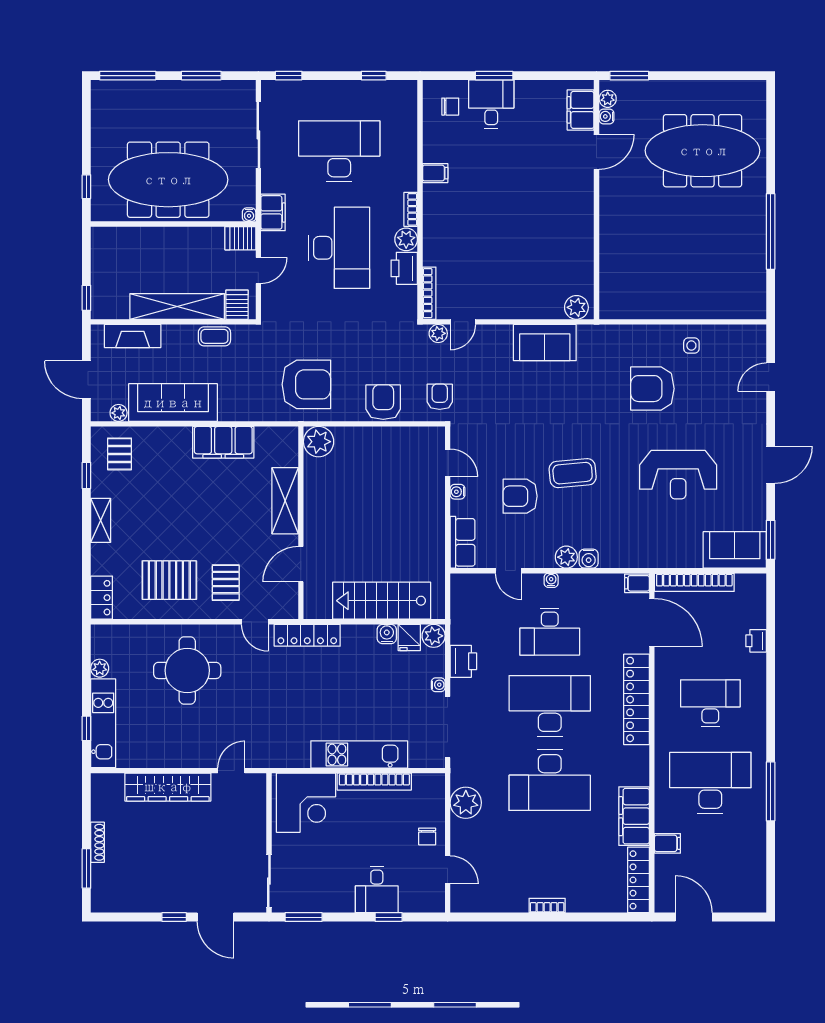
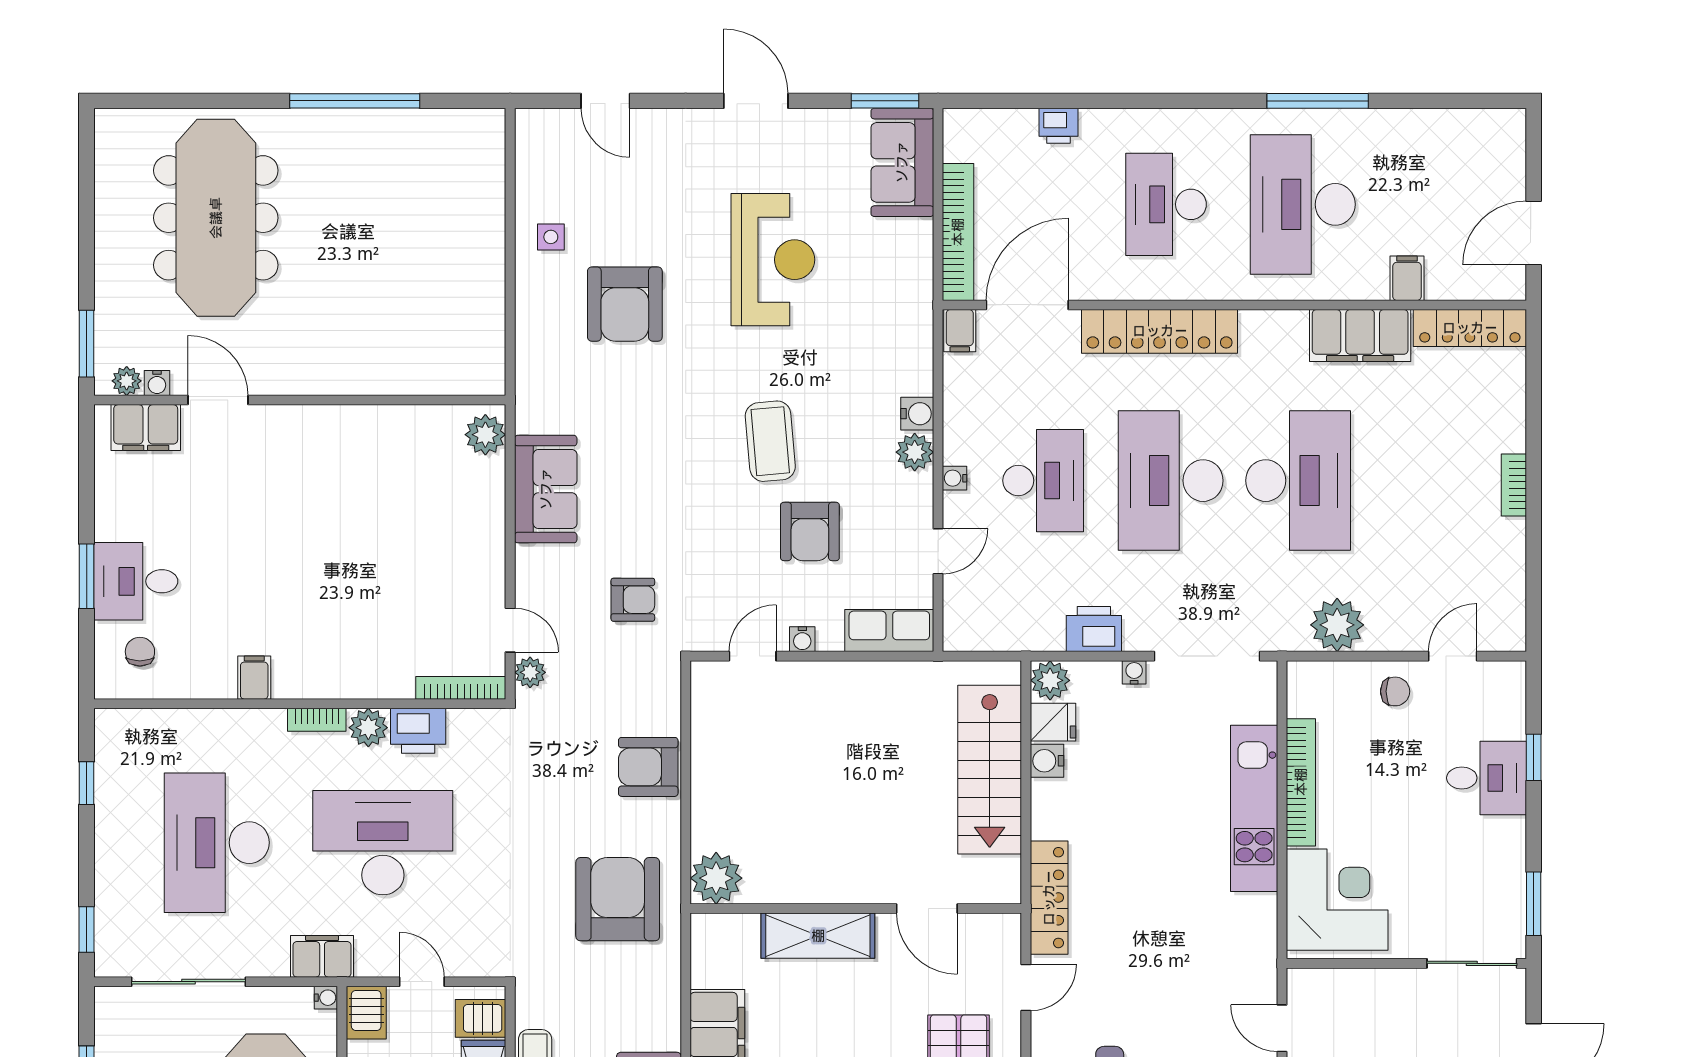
armchair: (440, 397) -> (633, 600), moved, turned 180

